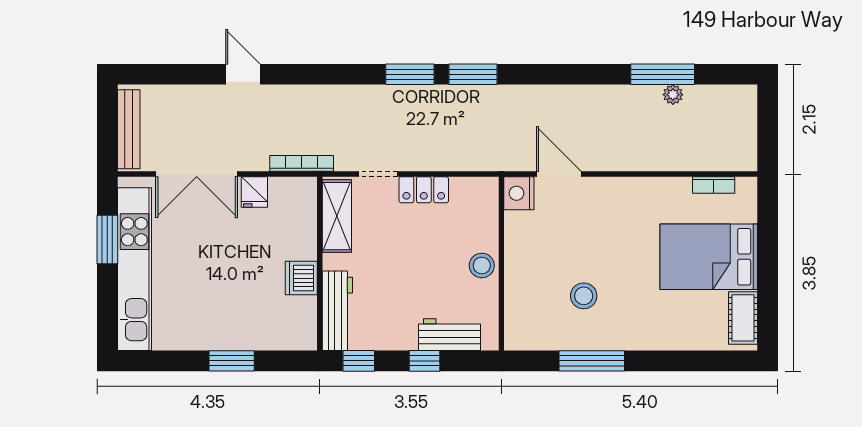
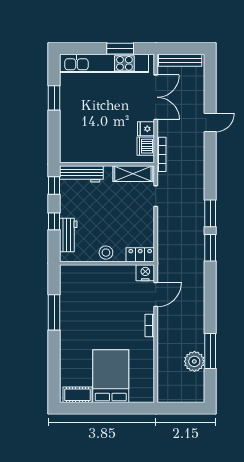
plant: (673, 95) -> (194, 361), width x1.88, depth x1.88
double door: (197, 174) -> (156, 97), swing flipped
bookcase: (714, 185) -> (150, 326), moved
locker: (424, 190) -> (140, 255), moved, turned 90
dishwasher: (301, 278) -> (146, 146), moved, turned -90
stool: (584, 296) -> (89, 308), removed
window: (232, 361) -> (54, 98), moved

